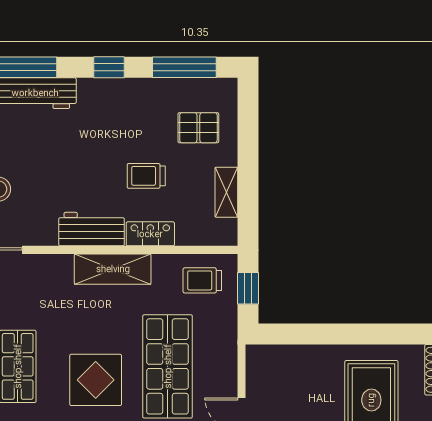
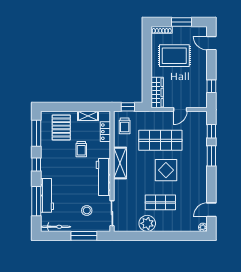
pallet: (198, 128) -> (61, 127), width x1.50, depth x1.42
workbench: (92, 229) -> (103, 177), width x1.38
locker: (150, 234) -> (105, 132), moved
wardrobe: (283, 359) -> (157, 93), added

